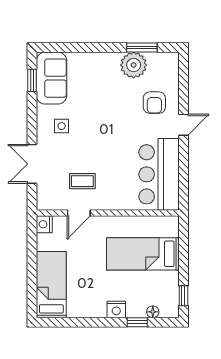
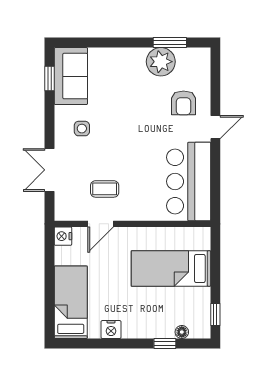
nightstand: (116, 310) -> (111, 330), moved

